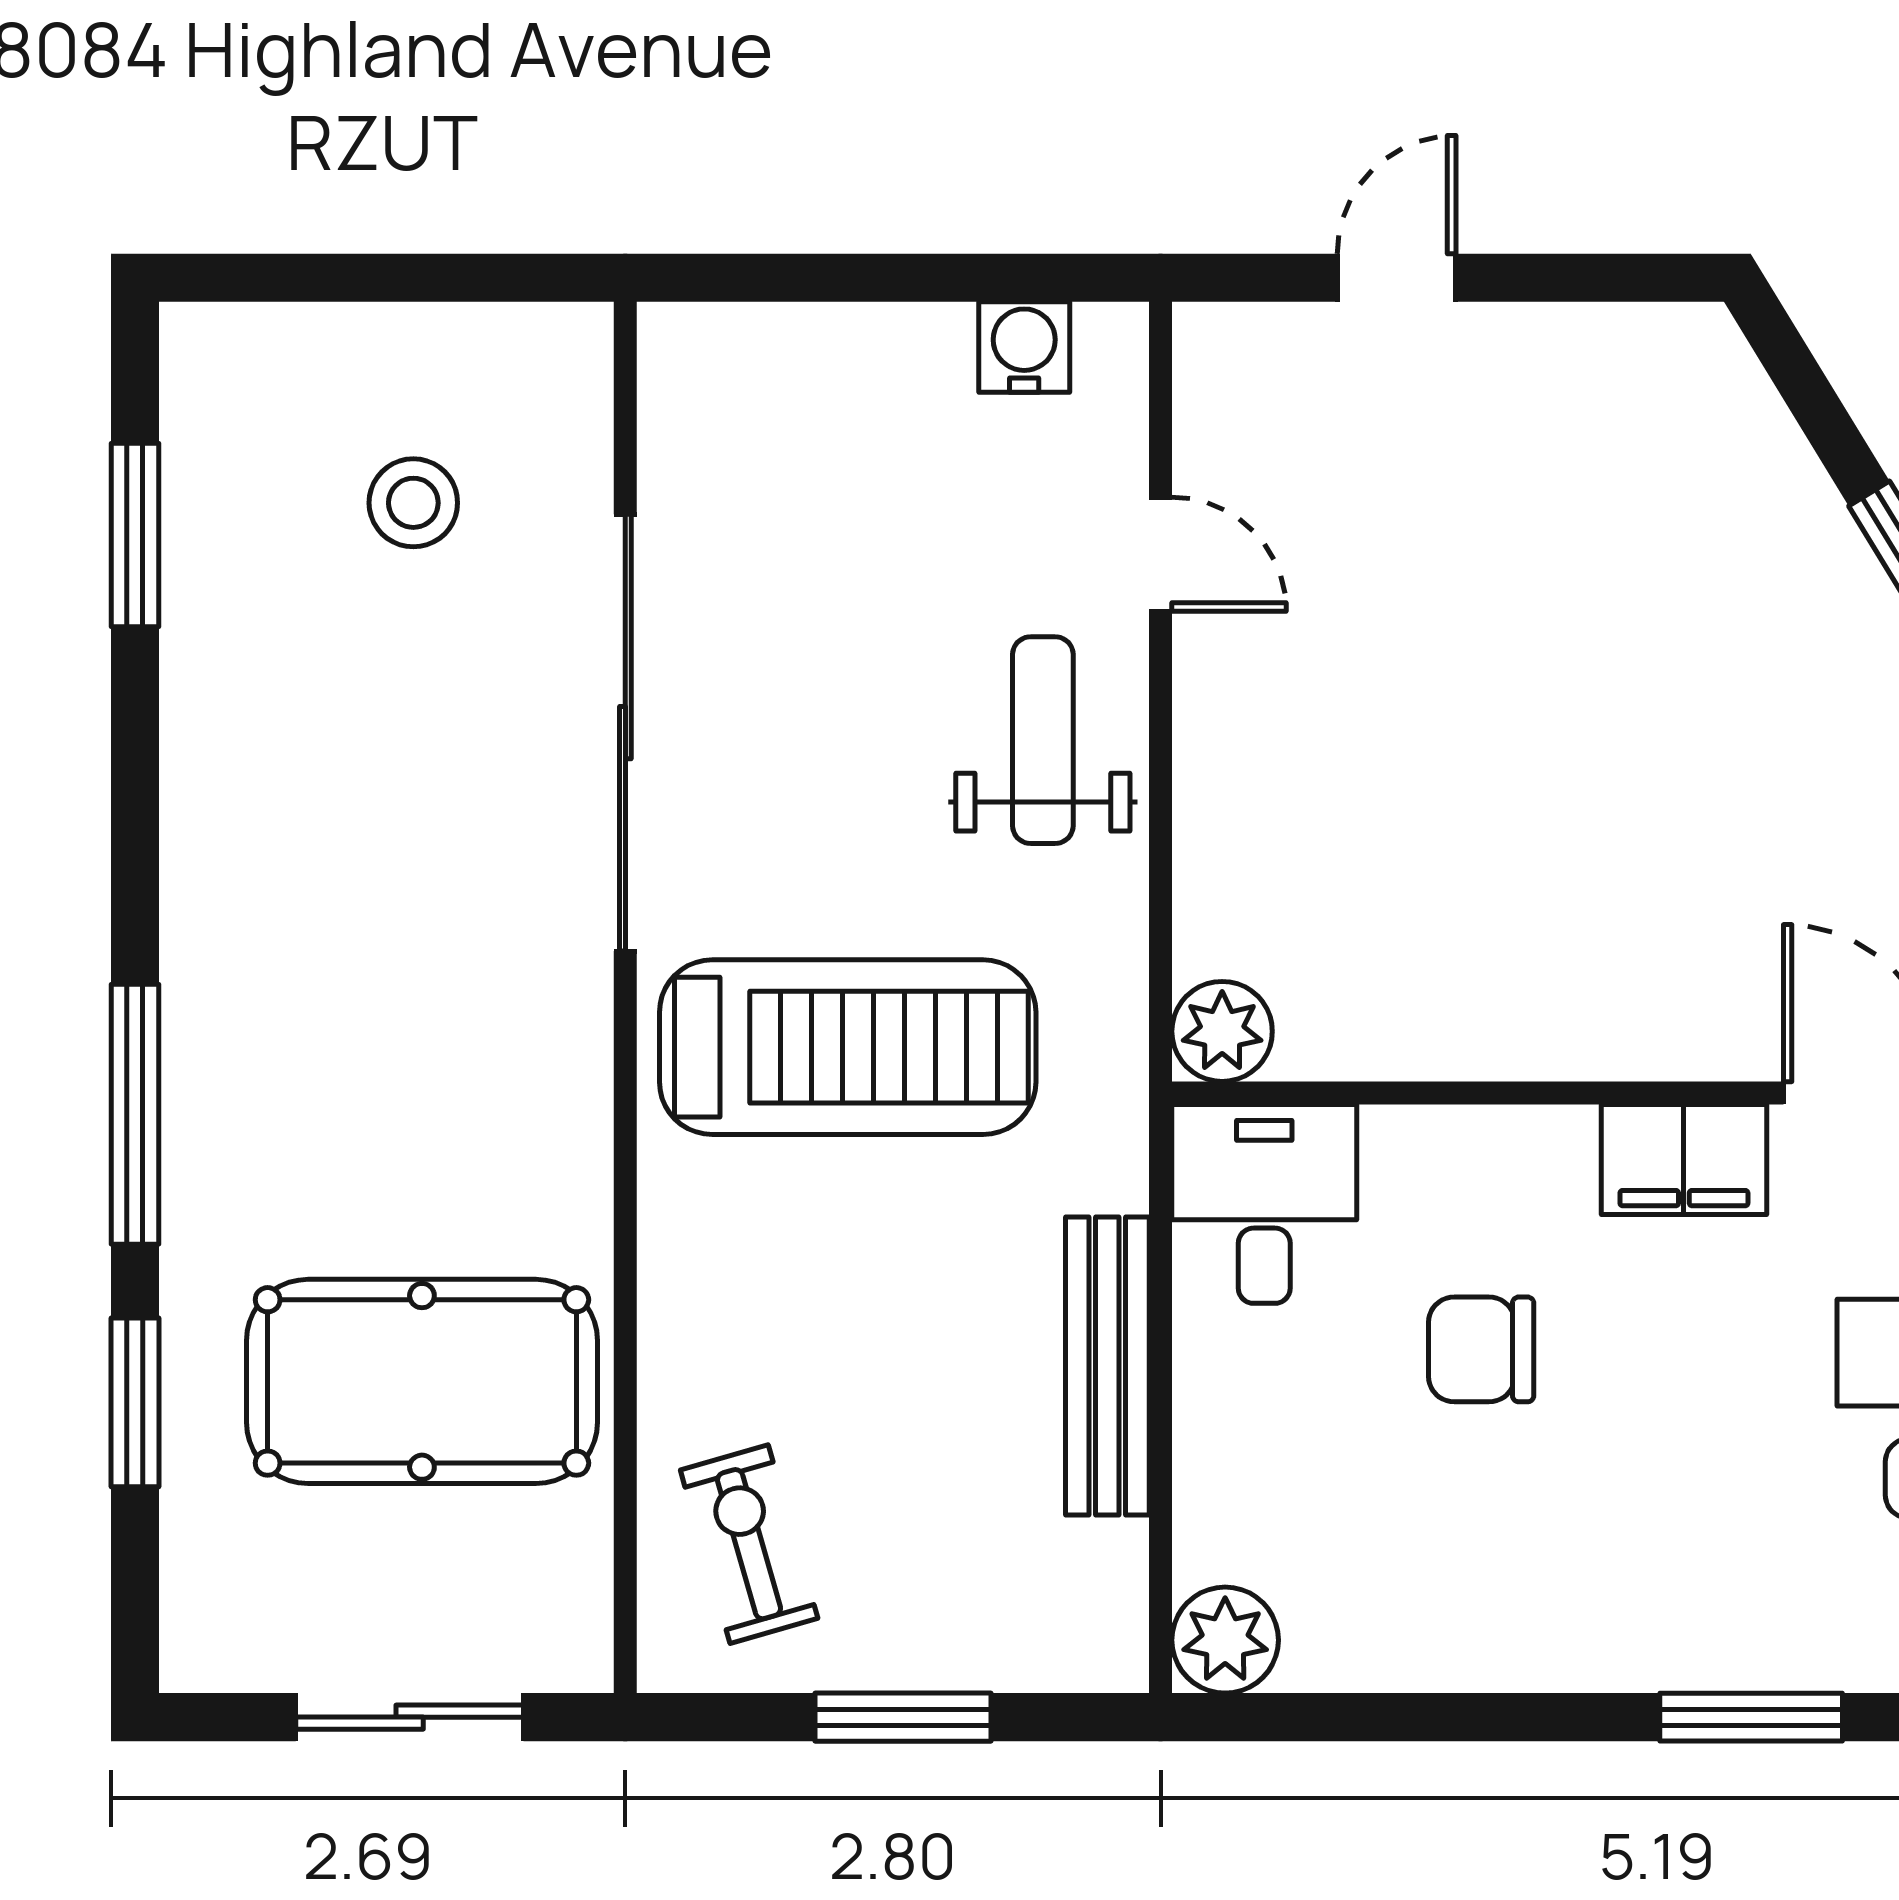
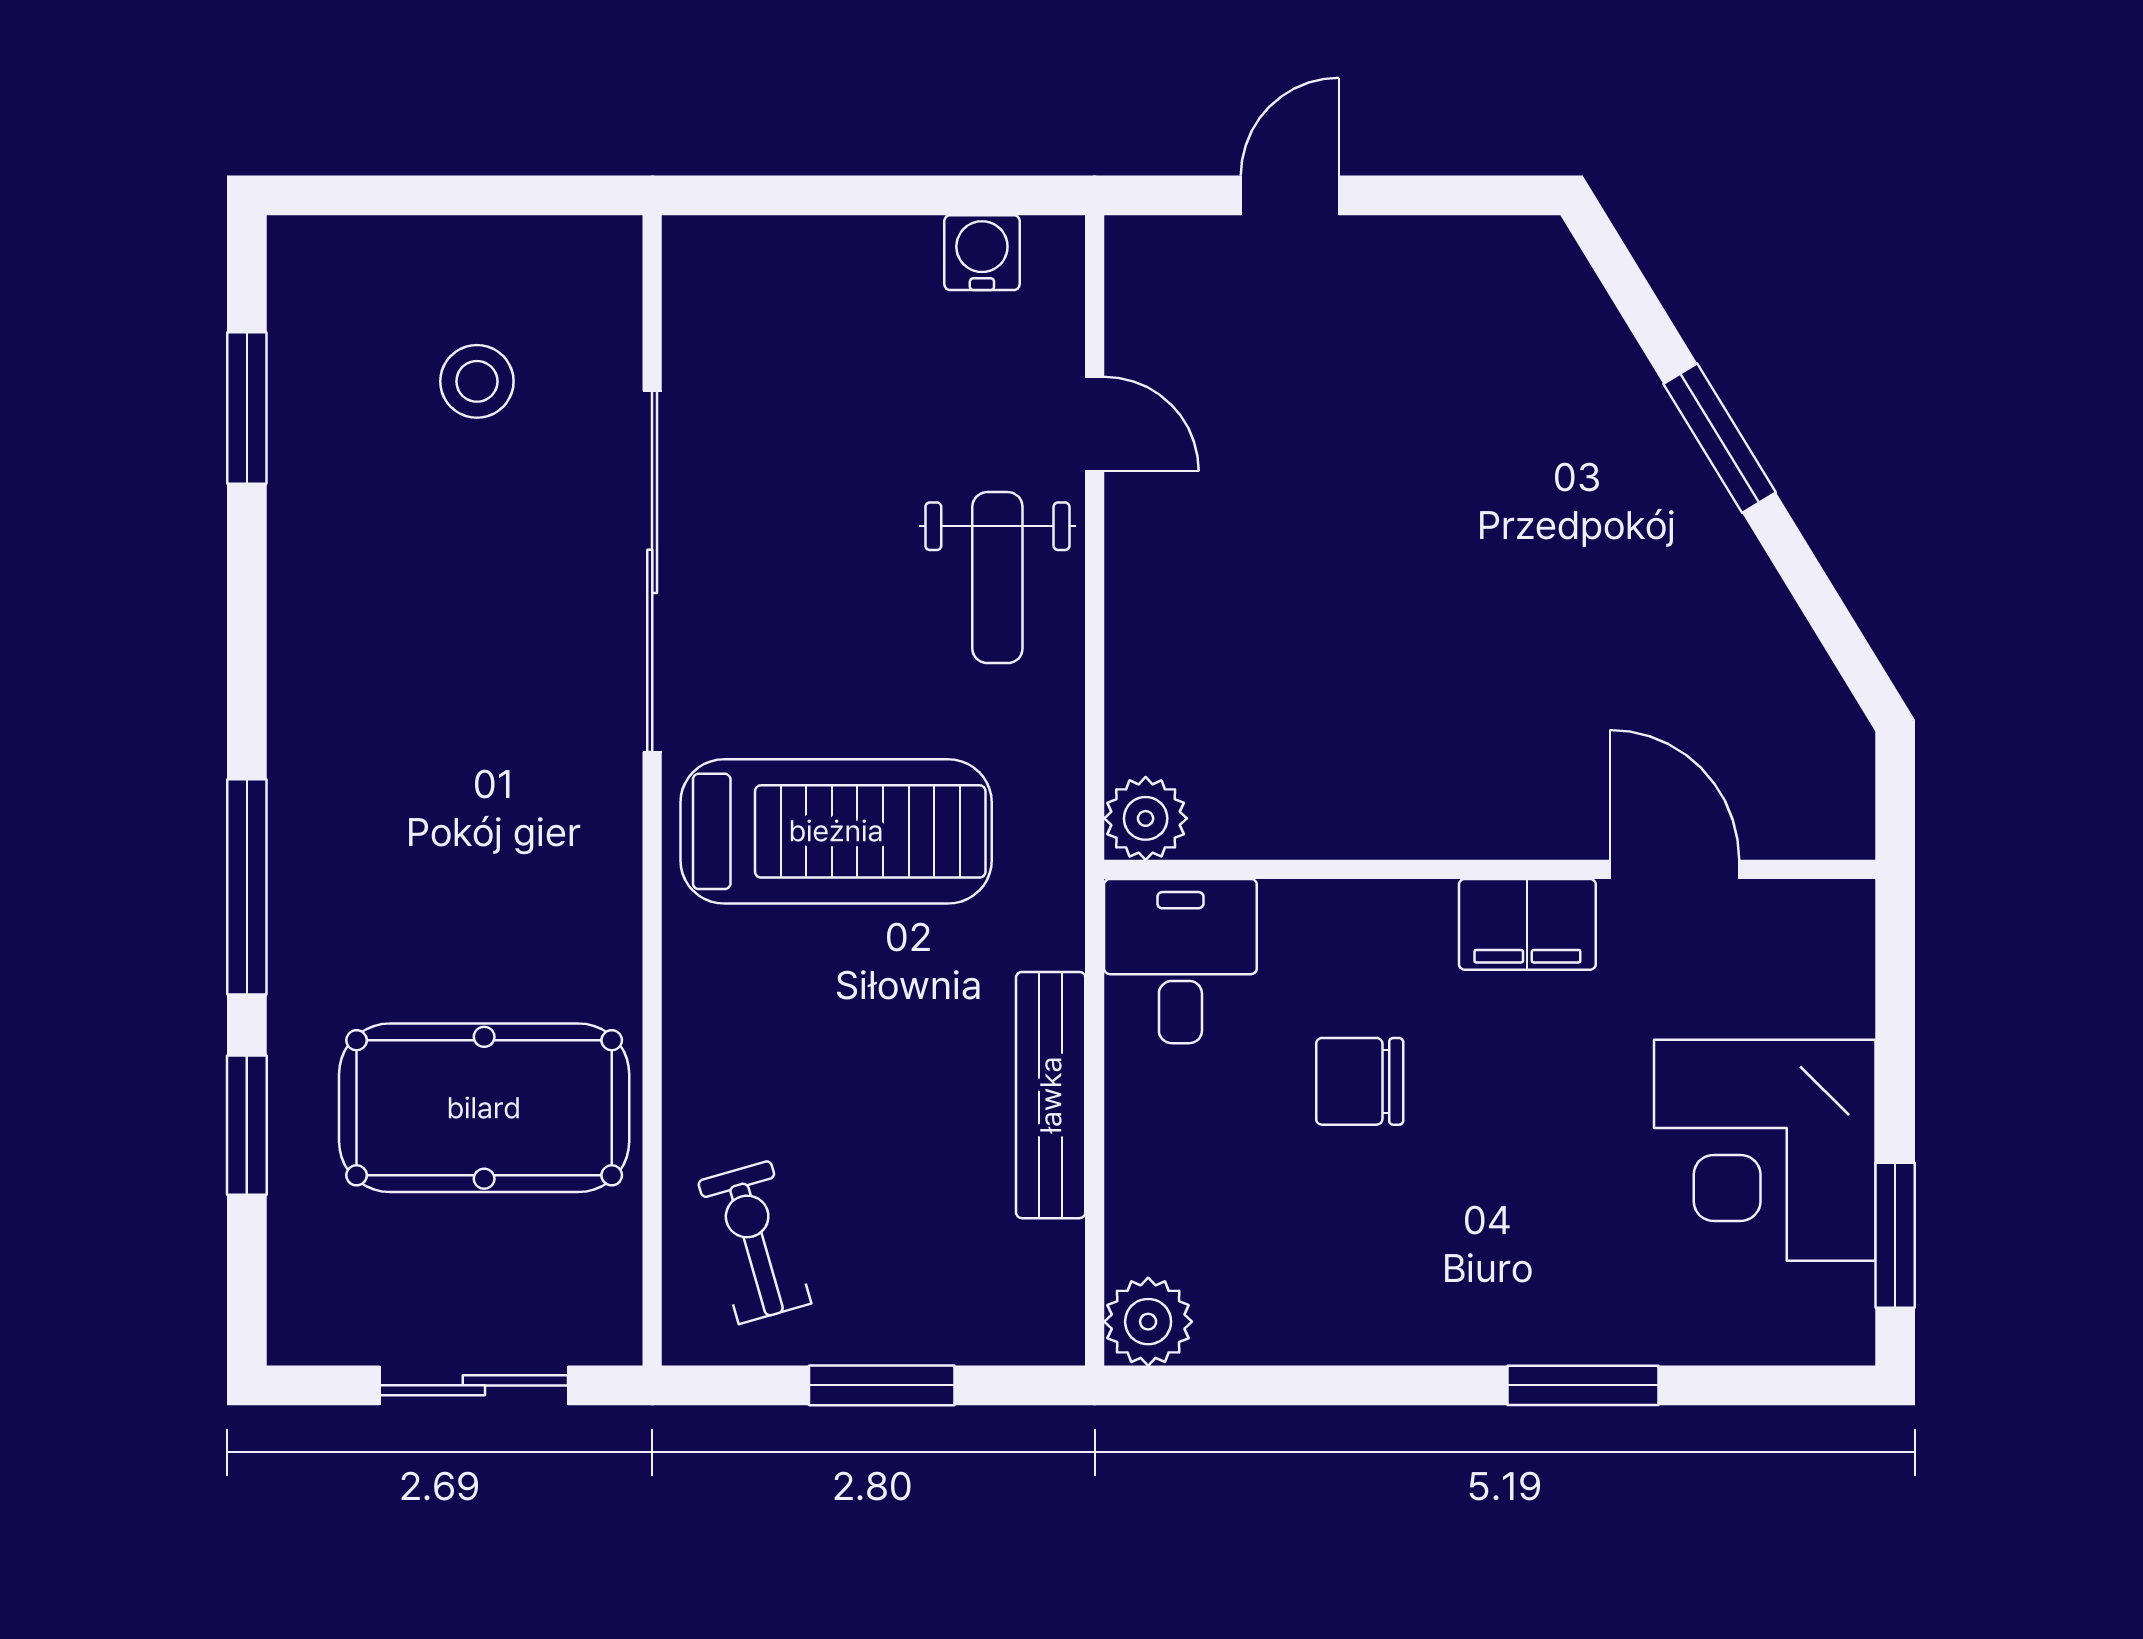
weight bench: (1043, 740) -> (997, 578), turned 180

